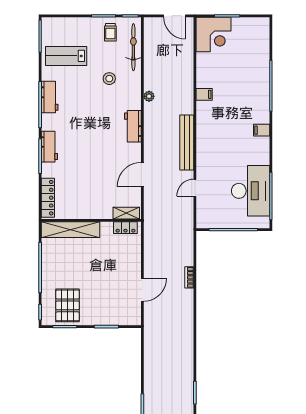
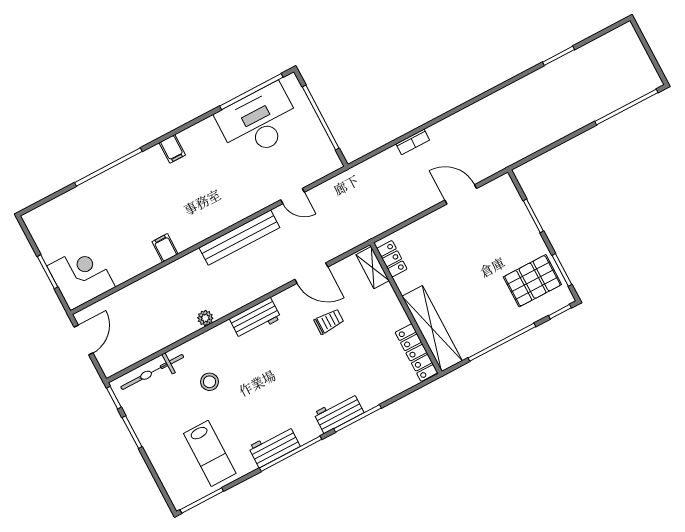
trolley: (110, 32) -> (329, 321), moved
locker: (48, 198) -> (416, 353), moved, turned -90

